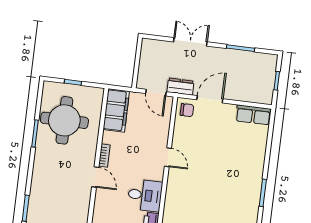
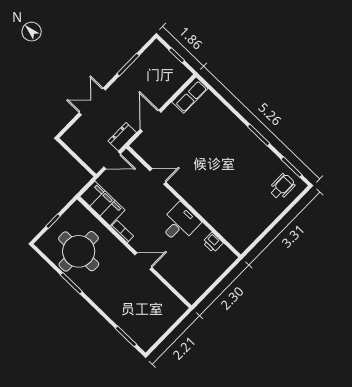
chair: (187, 110) -> (145, 146), removed
bookcase: (104, 156) -> (122, 231), moved
door: (168, 157) -> (158, 176), moved
desk: (145, 195) -> (180, 223), moved

